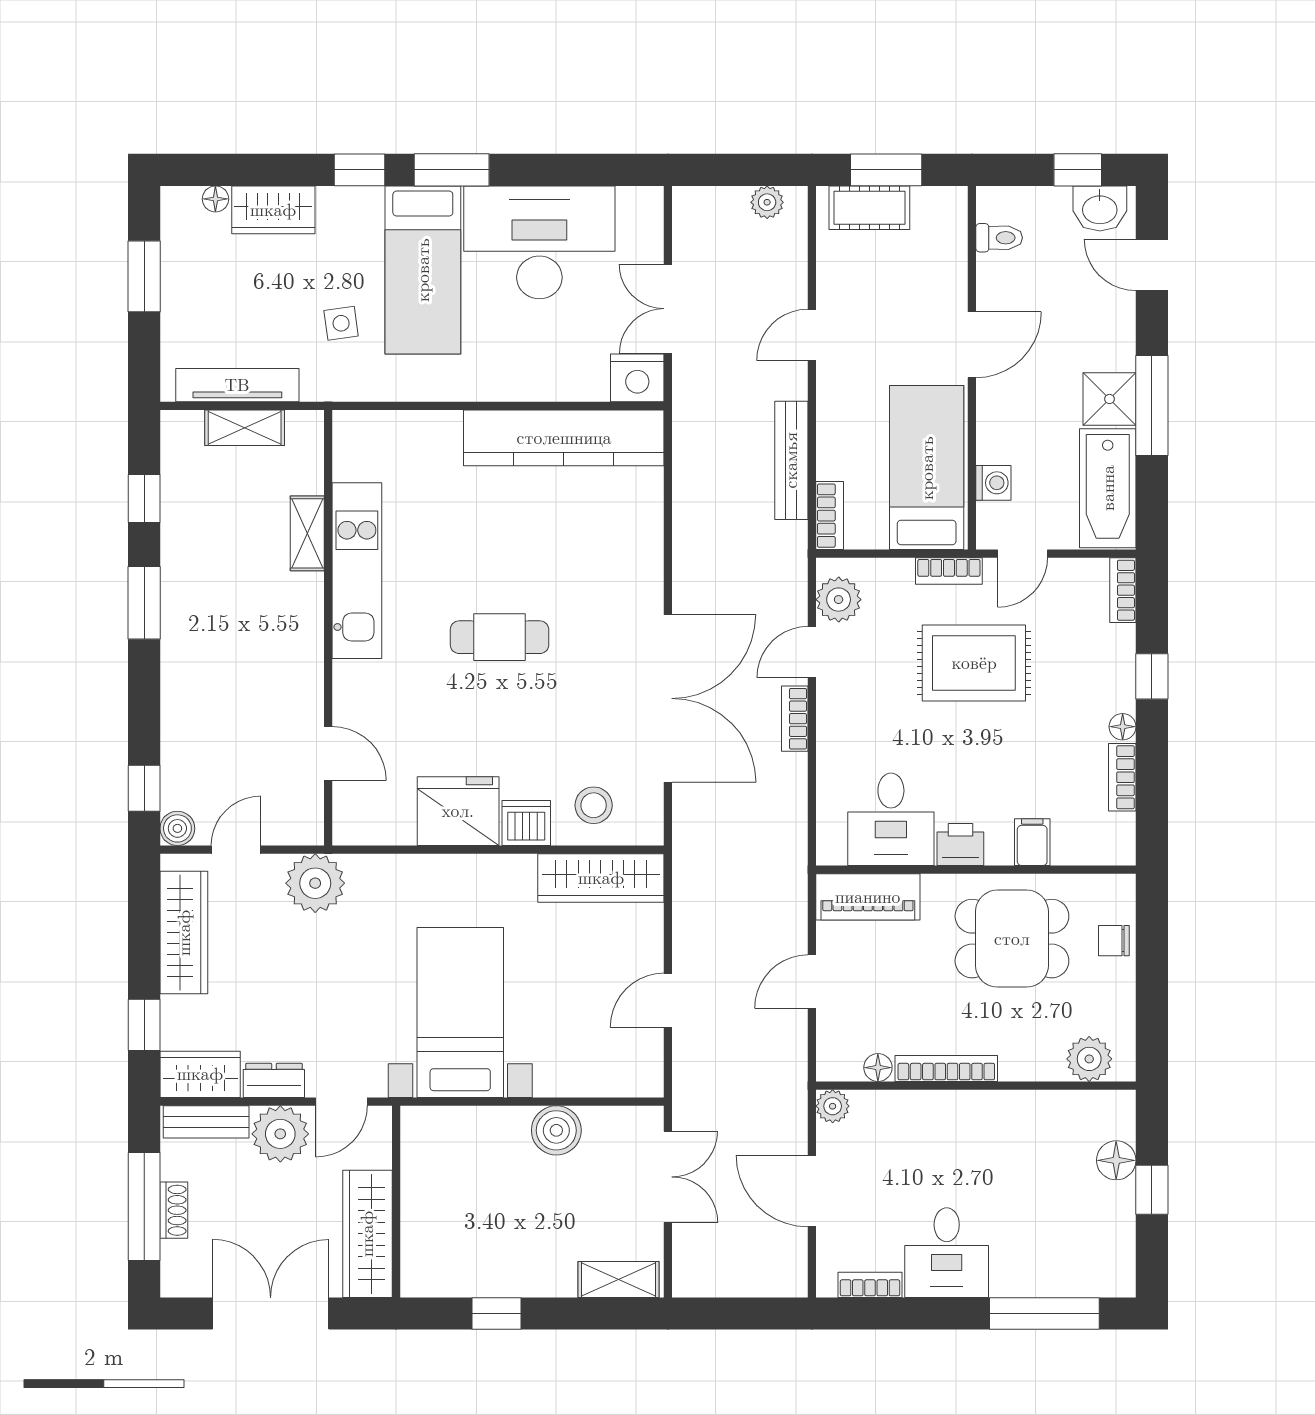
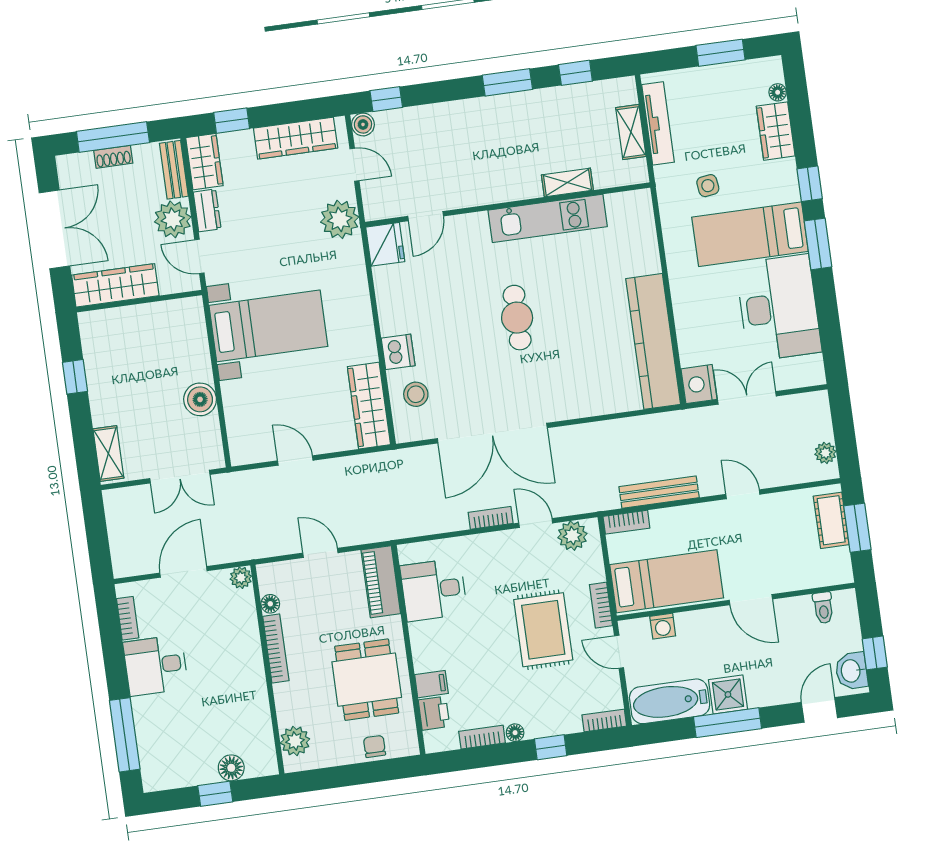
fridge: (458, 811) -> (385, 244), moved, width x0.73, depth x0.75
printer: (960, 844) -> (434, 713), moved

